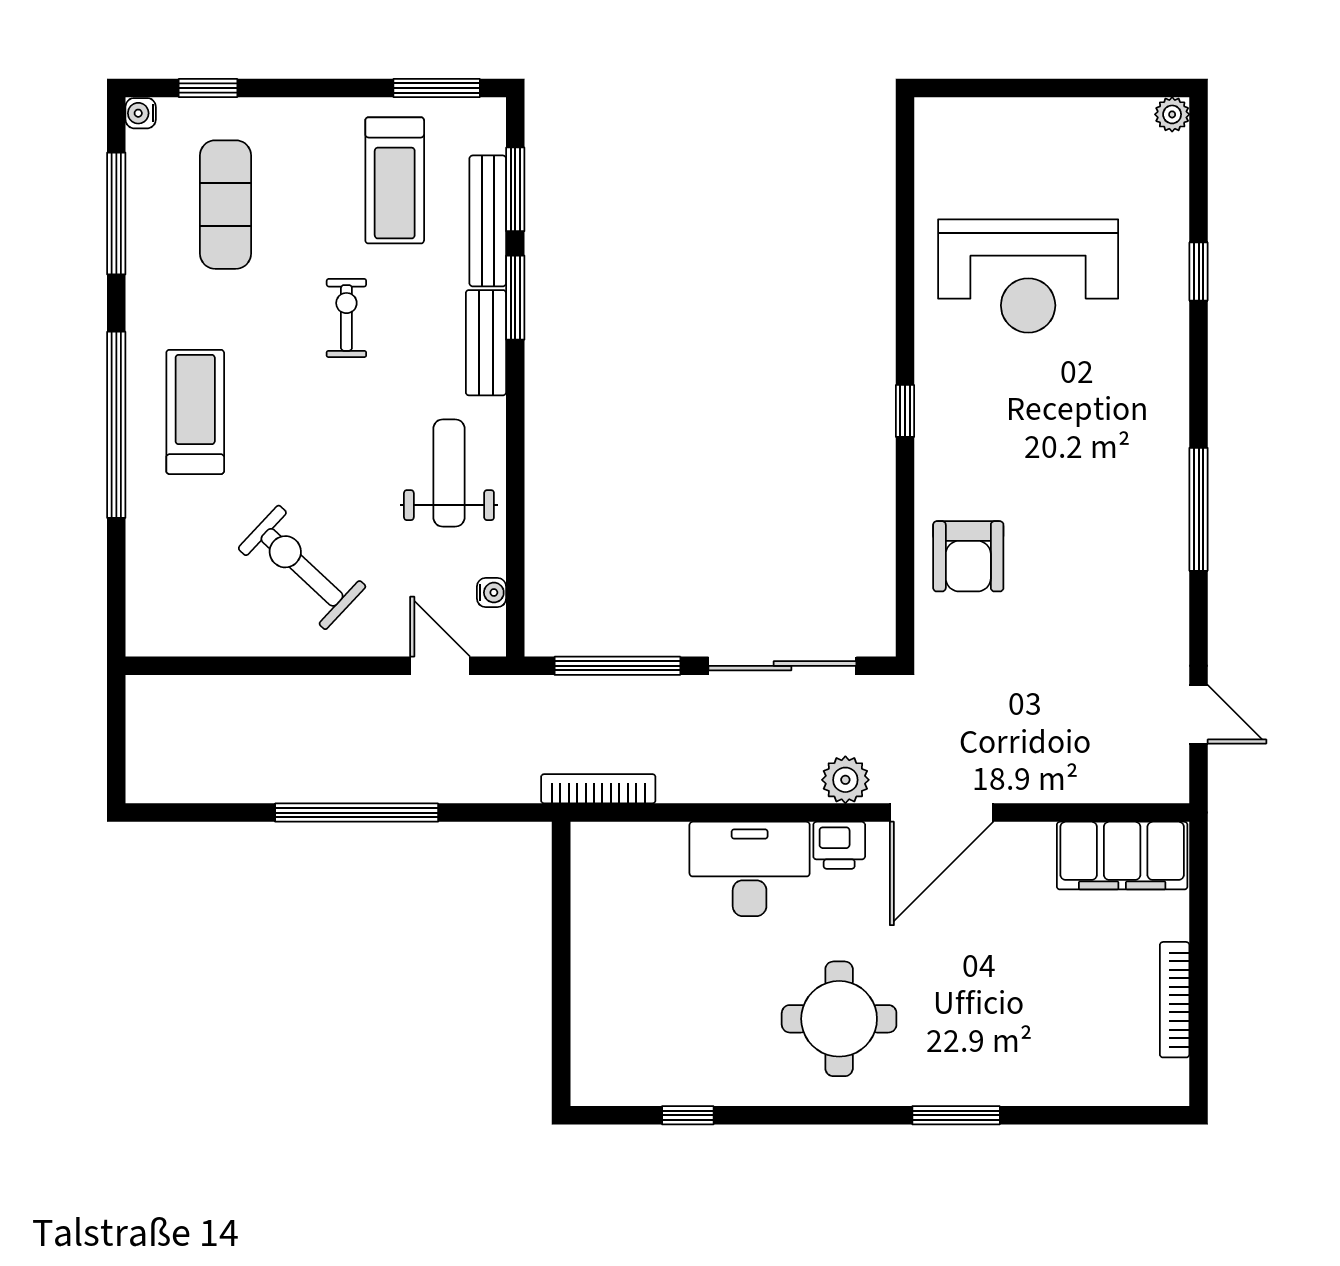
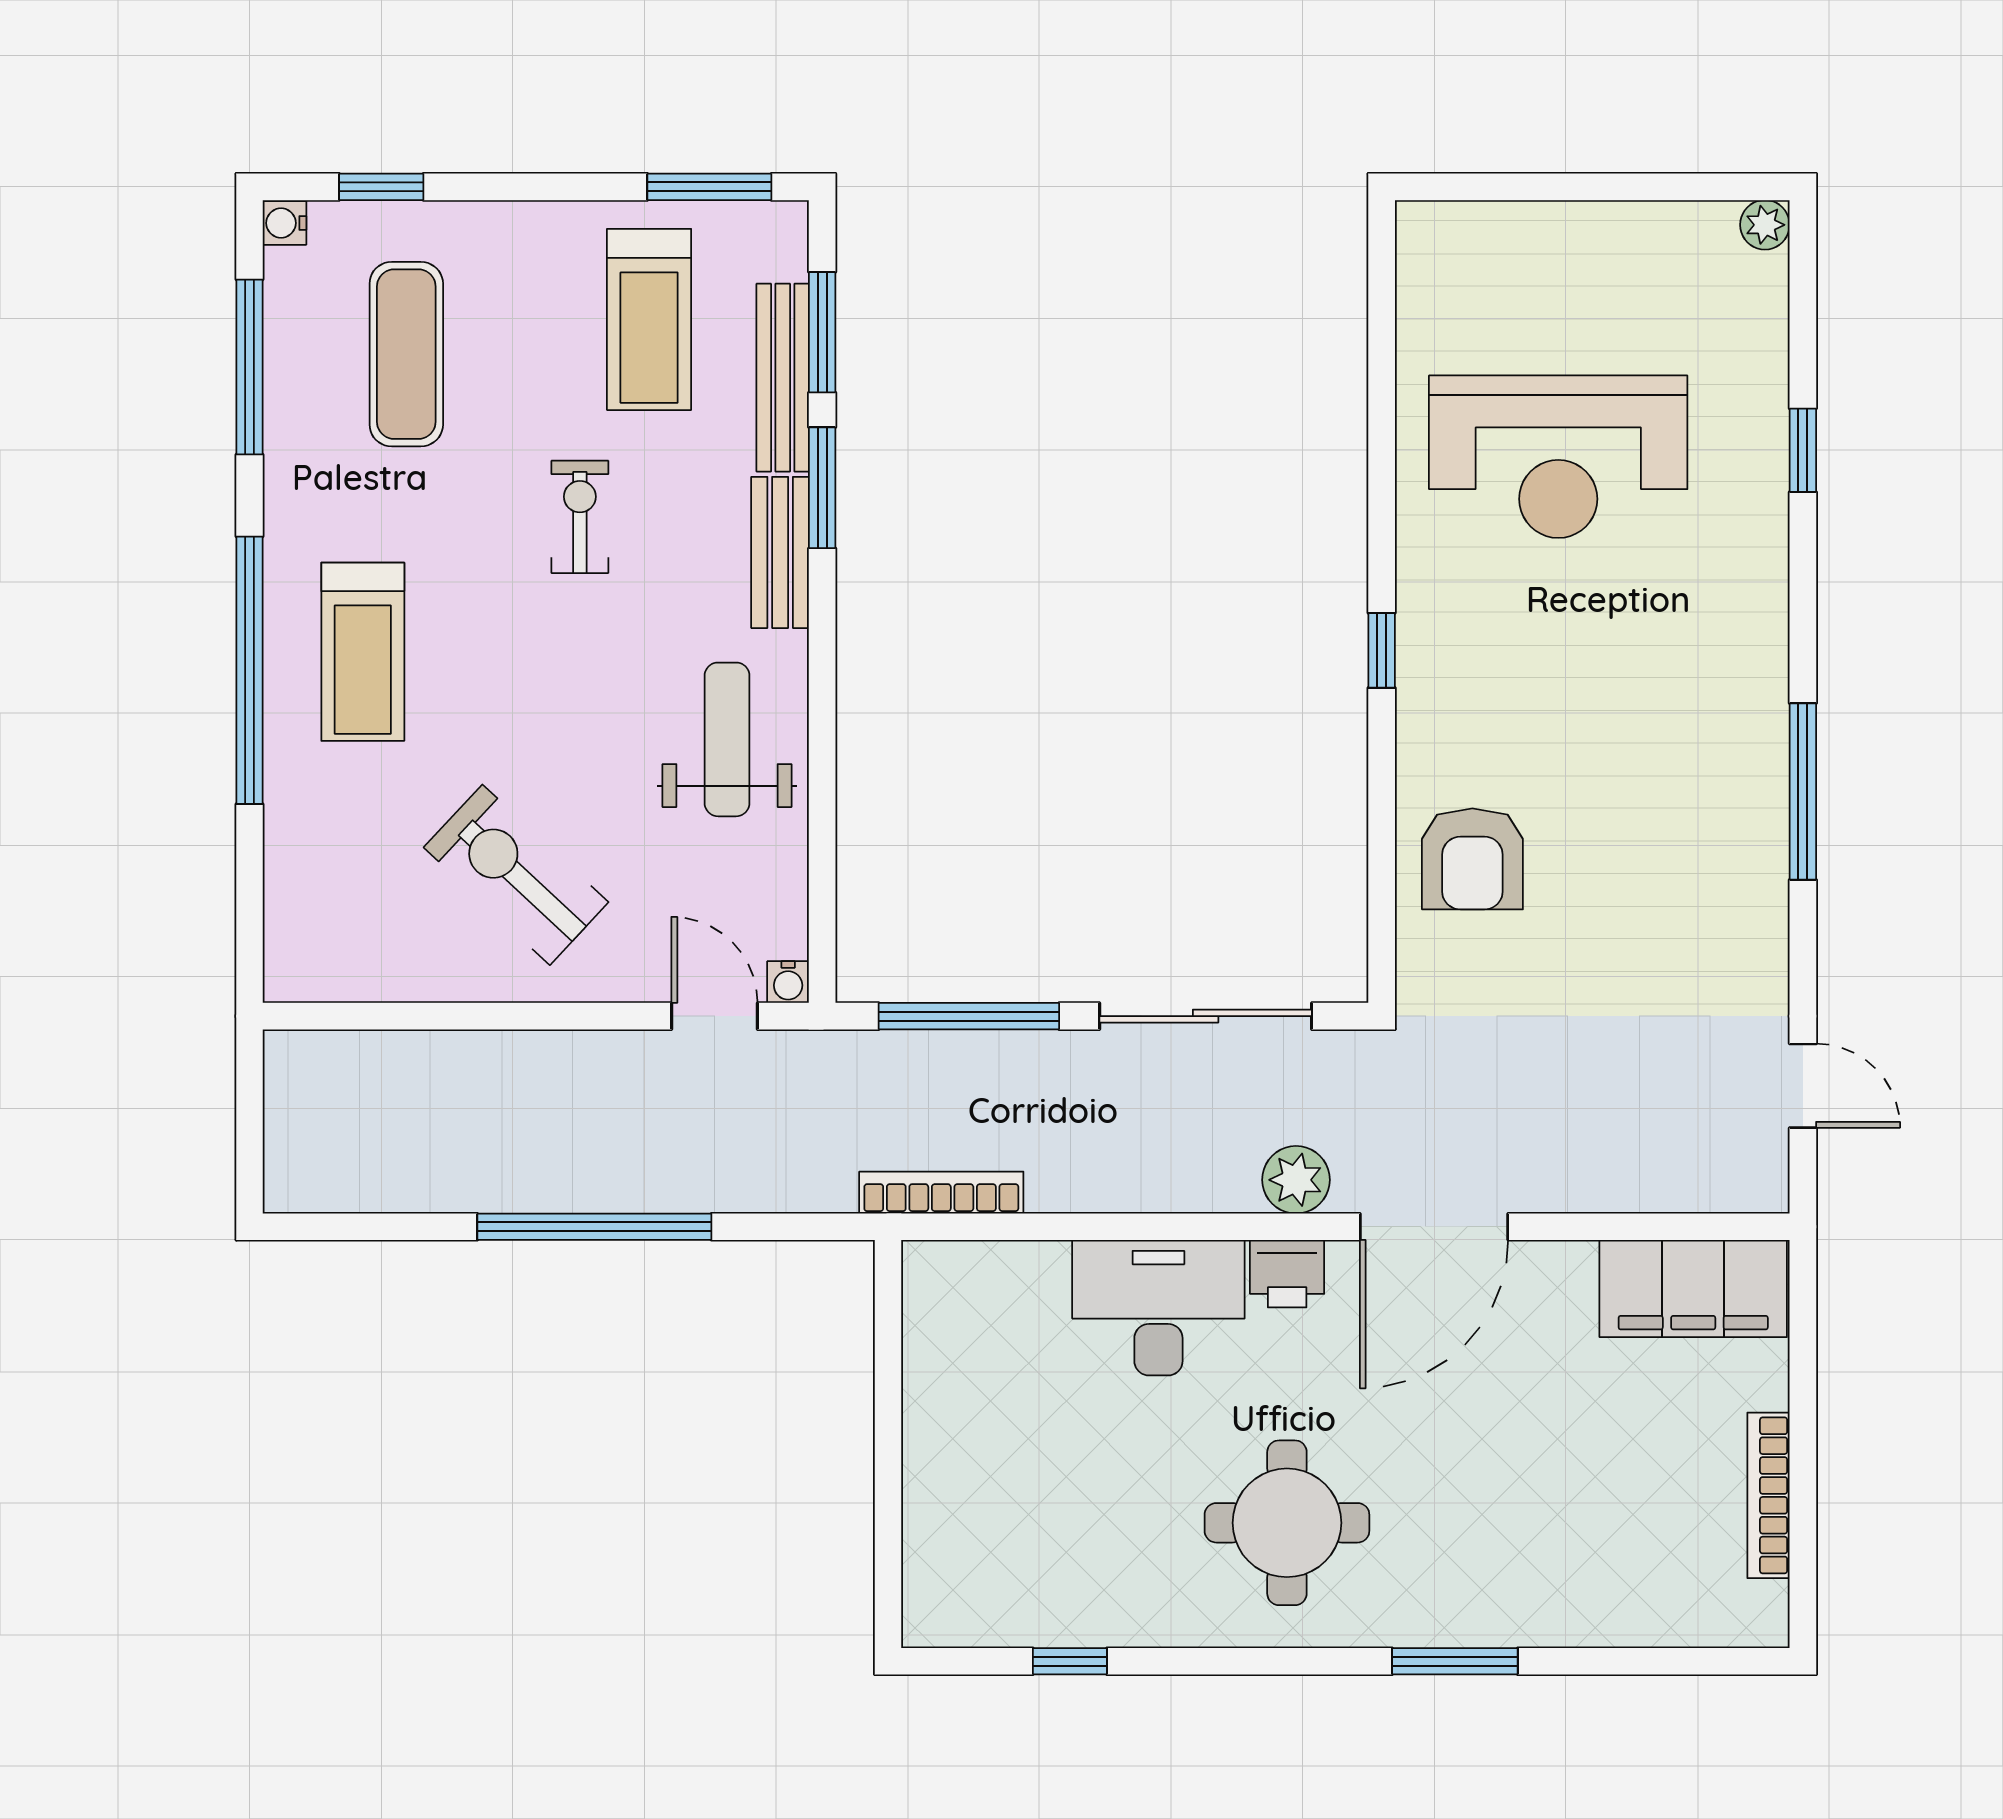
treadmill: (195, 412) -> (363, 652), turned 180
water cooler: (491, 593) -> (788, 982), moved, turned 90

